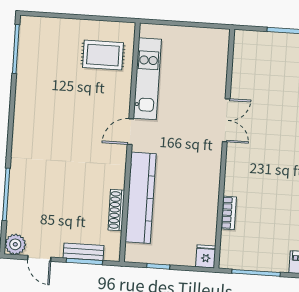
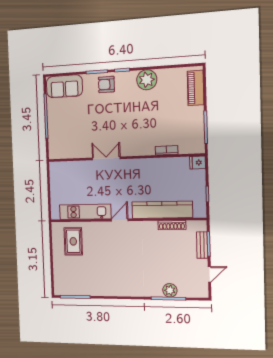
door: (130, 132) -> (120, 220), swing flipped
plant: (15, 244) -> (170, 290), moved

